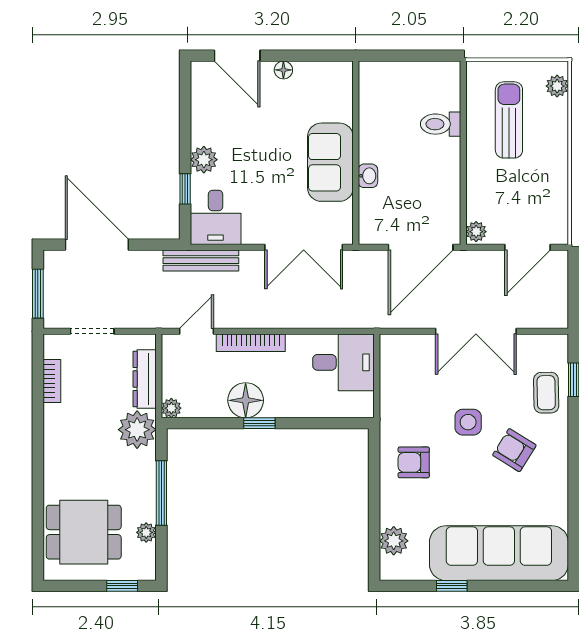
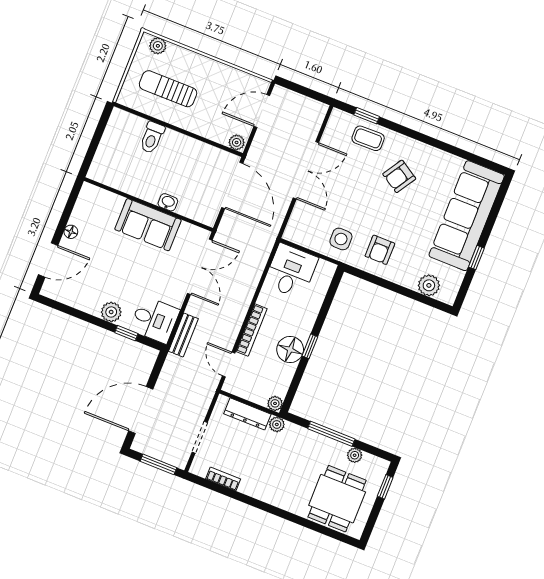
door: (528, 247) -> (262, 111), swing flipped
bench: (201, 261) -> (183, 335), width x0.73
side table: (468, 422) -> (341, 239), moved
plant: (137, 430) -> (277, 424), width x0.53, depth x0.53

